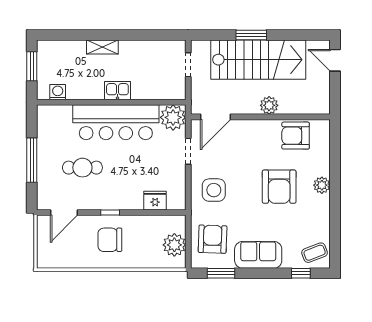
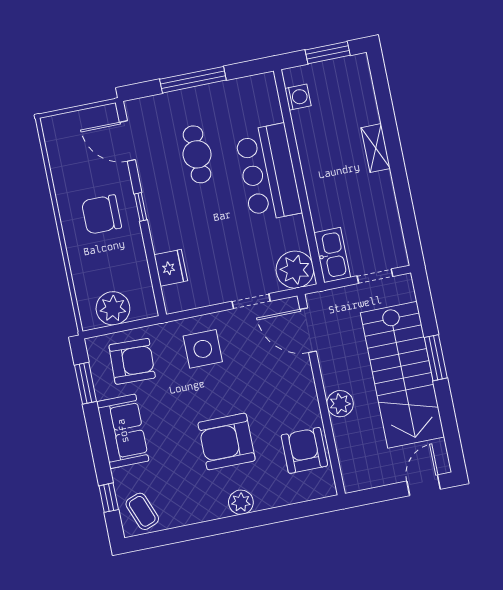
kitchen sink: (117, 91) -> (332, 255), moved, width x1.38
bar counter: (116, 122) -> (268, 173), width x0.73
chair: (110, 240) -> (102, 214), turned -90

